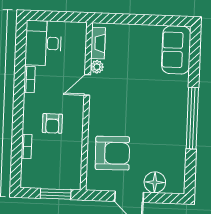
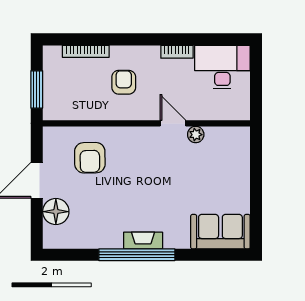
fireplace: (98, 43) -> (143, 240), moved, turned 180
armchair: (52, 123) -> (124, 82), turned 90
bookcase: (27, 146) -> (86, 51), width x1.56
armchair: (112, 153) -> (90, 158), width x0.73, depth x0.73

